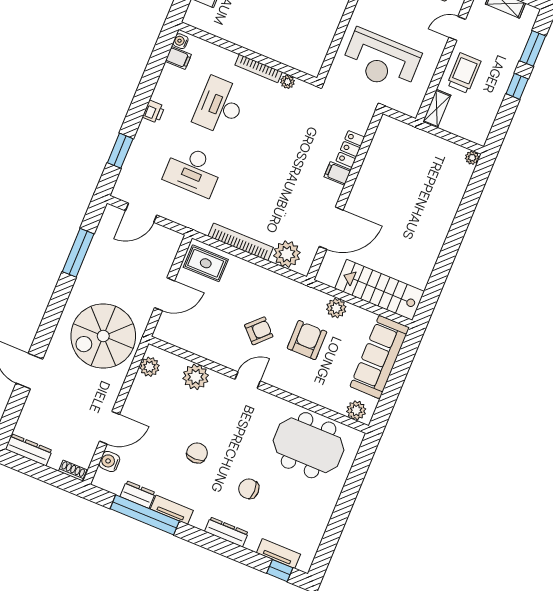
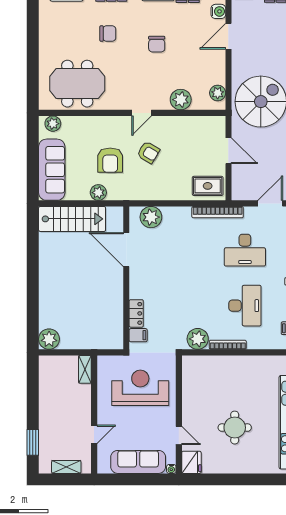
trolley: (464, 73) -> (76, 403), removed
plant: (287, 82) -> (198, 339), width x1.88, depth x1.88
window: (517, 86) -> (33, 410), removed
plant: (472, 158) -> (49, 339), width x1.88, depth x1.88
desk: (193, 171) -> (245, 250), turned 180
filing cabinet: (338, 173) -> (138, 335), moved
door: (331, 228) -> (126, 250), hinge flipped
bookcase: (241, 242) -> (218, 212), moved
door: (165, 294) -> (228, 151), swing flipped
armchair: (259, 331) -> (148, 152), turned -104

